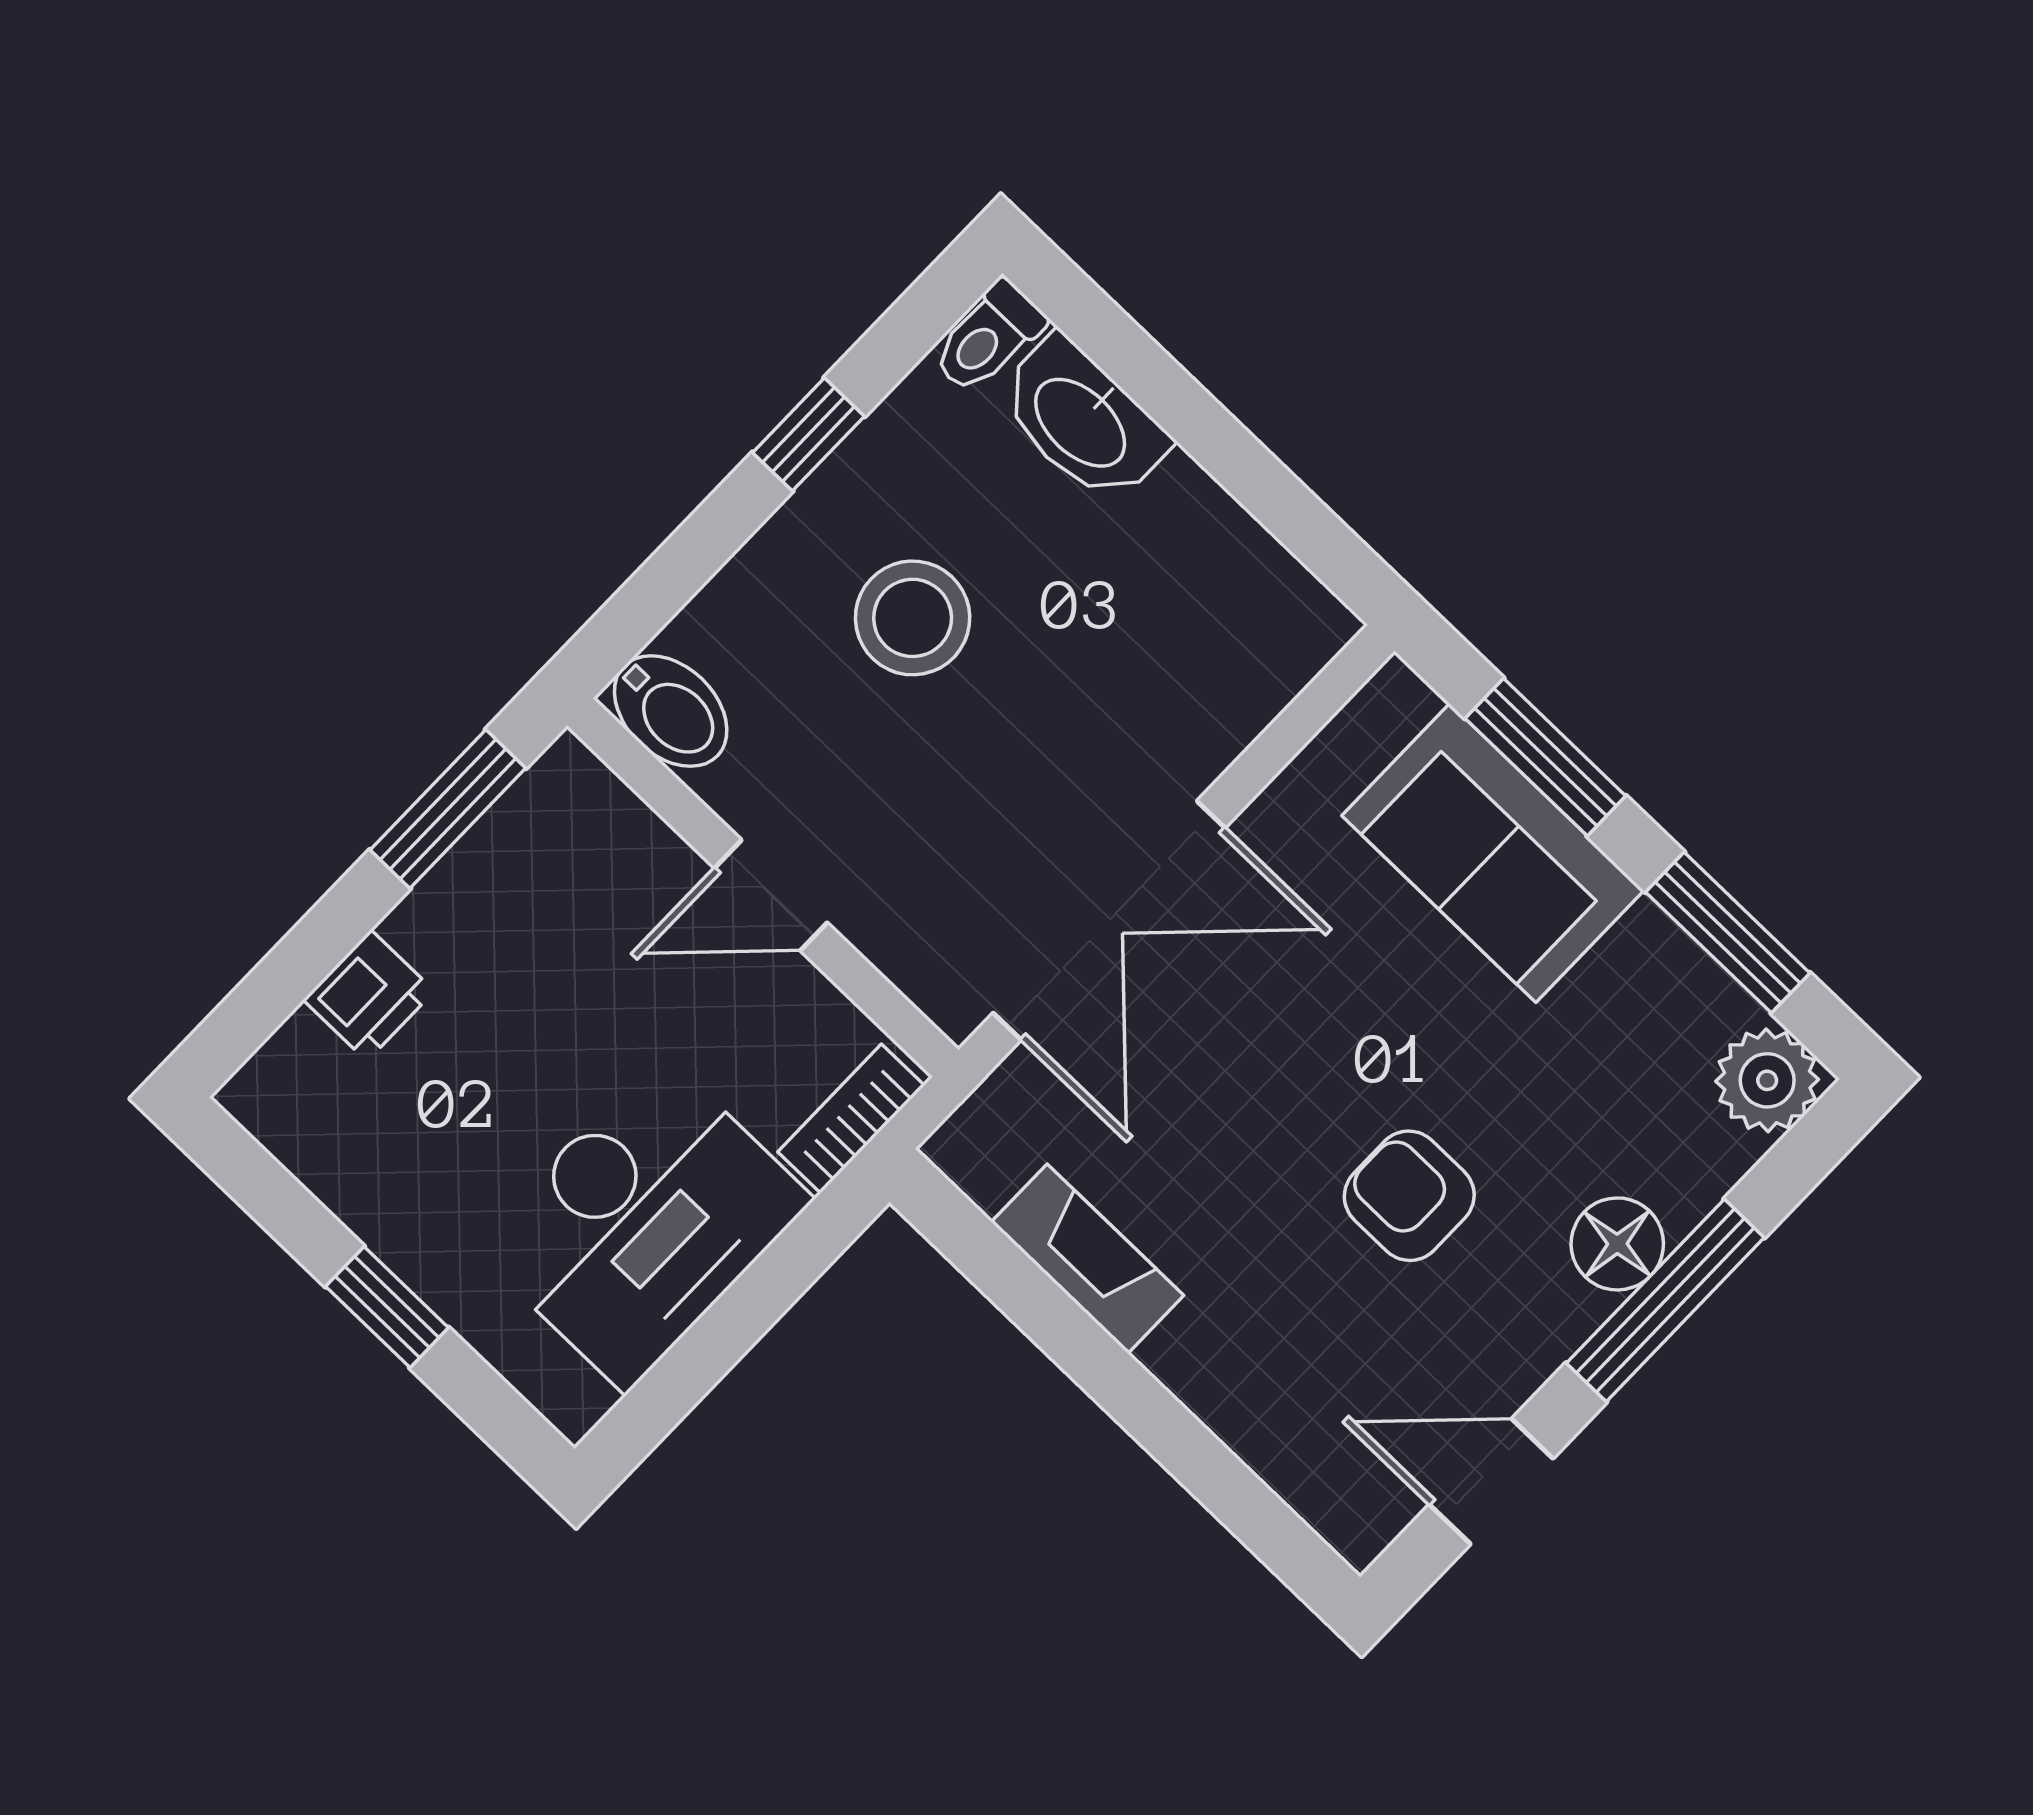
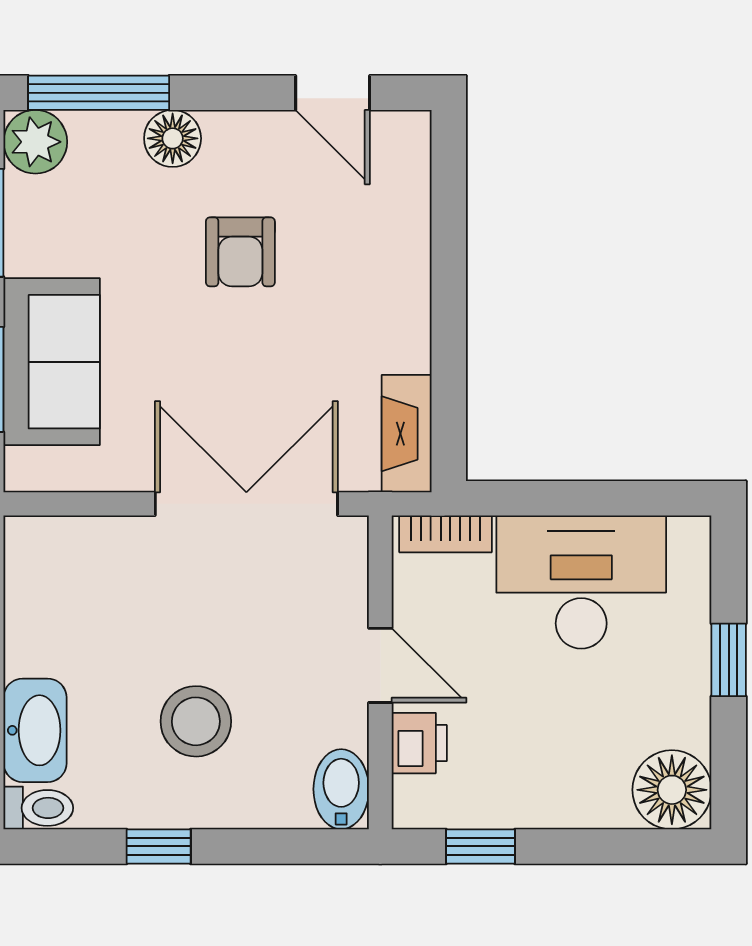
window: (448, 809) -> (480, 846), width x0.67
printer: (369, 995) -> (419, 743), moved, turned 90
floor lamp: (299, 1096) -> (672, 790), added
fireplace: (1087, 1259) -> (407, 434), moved
window: (1665, 1300) -> (99, 93), moved

